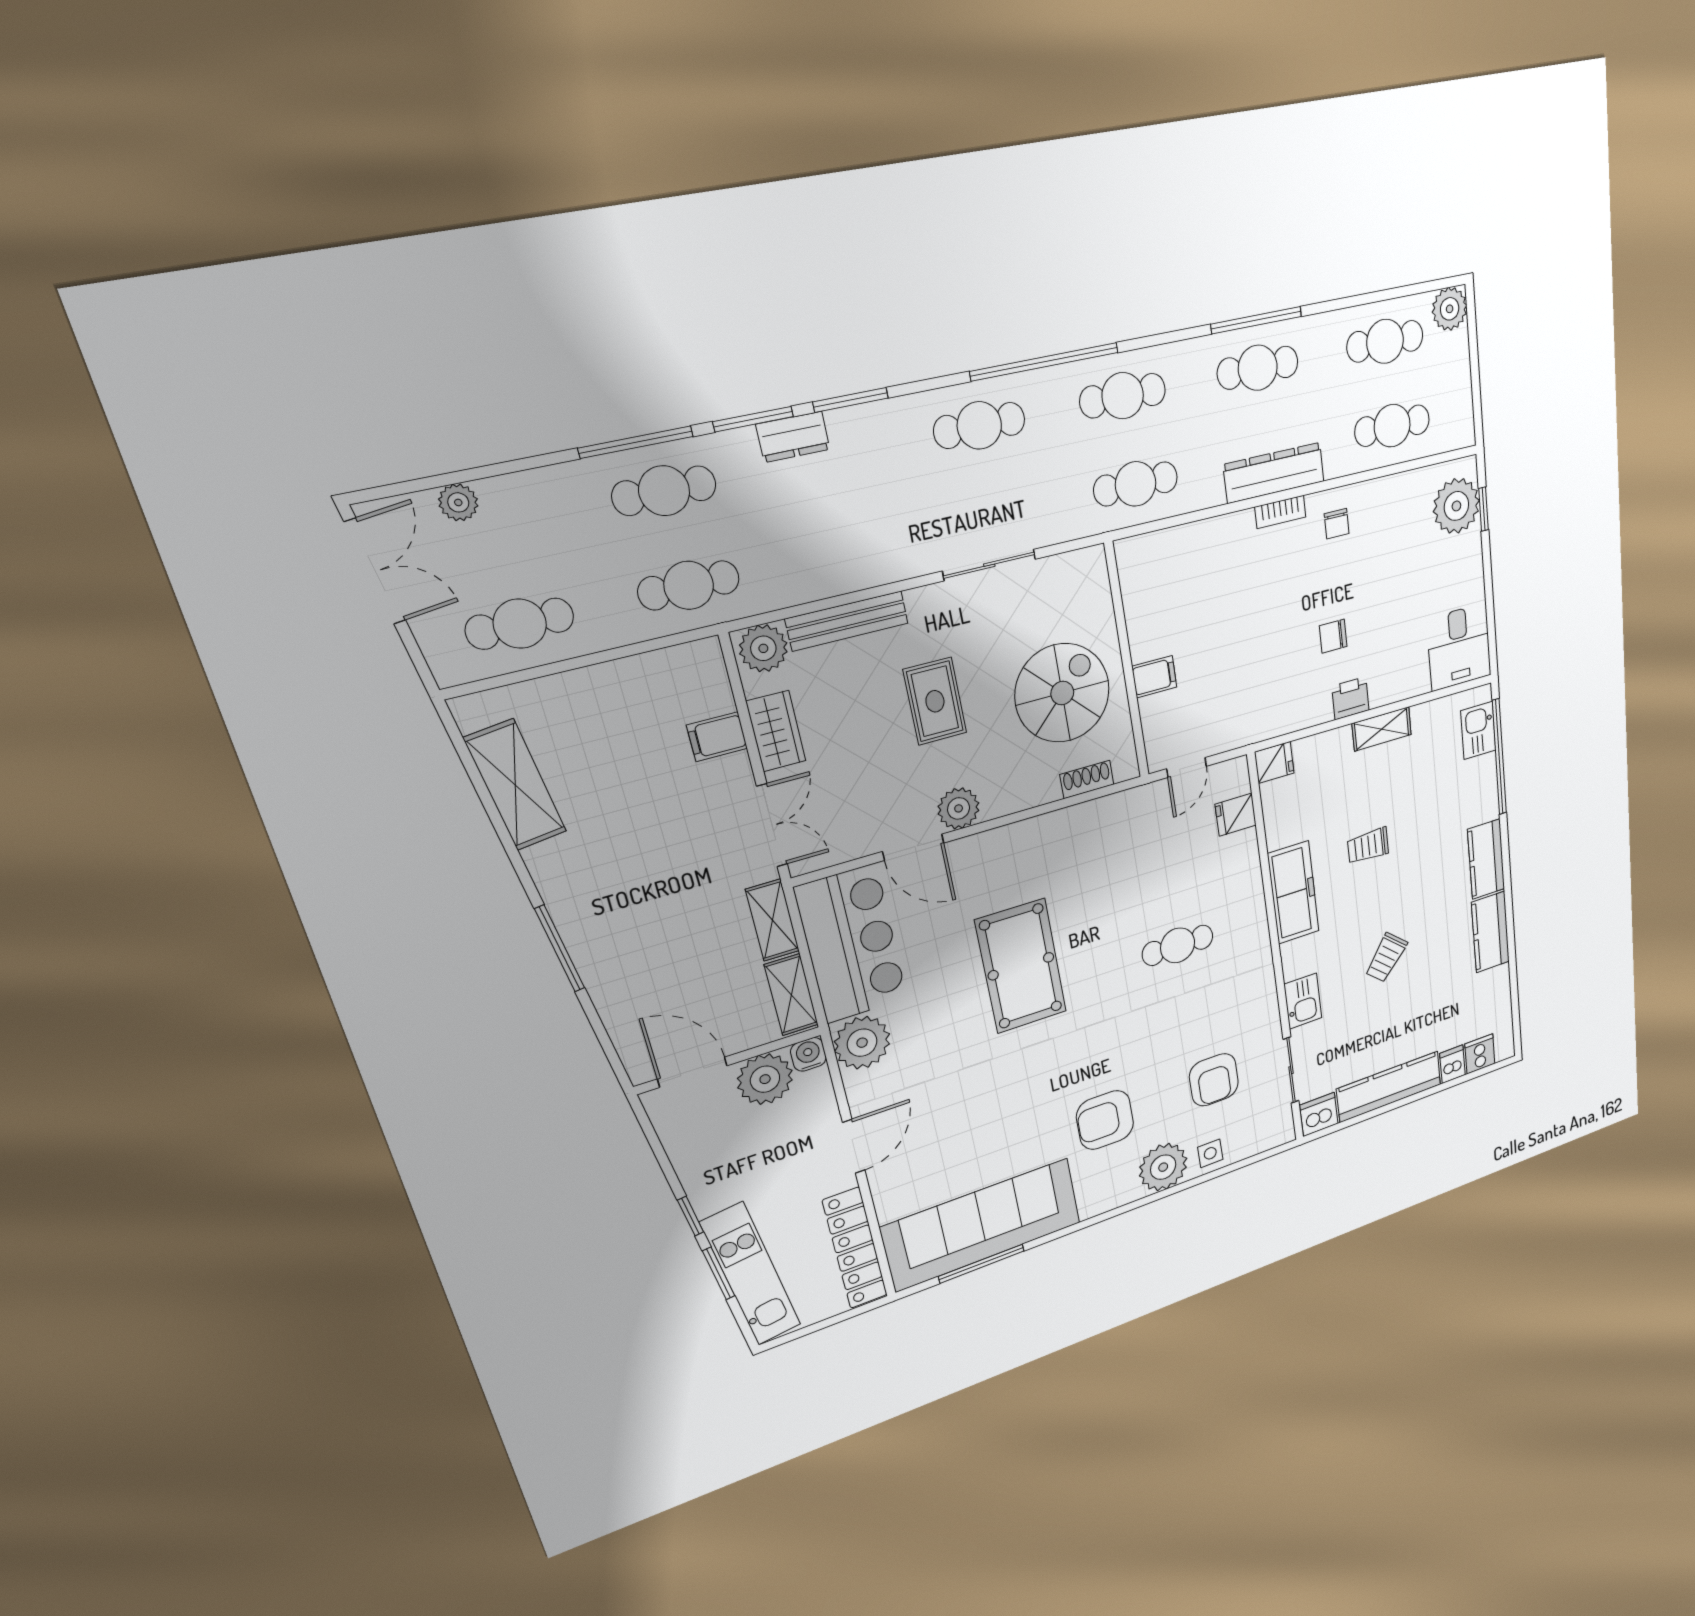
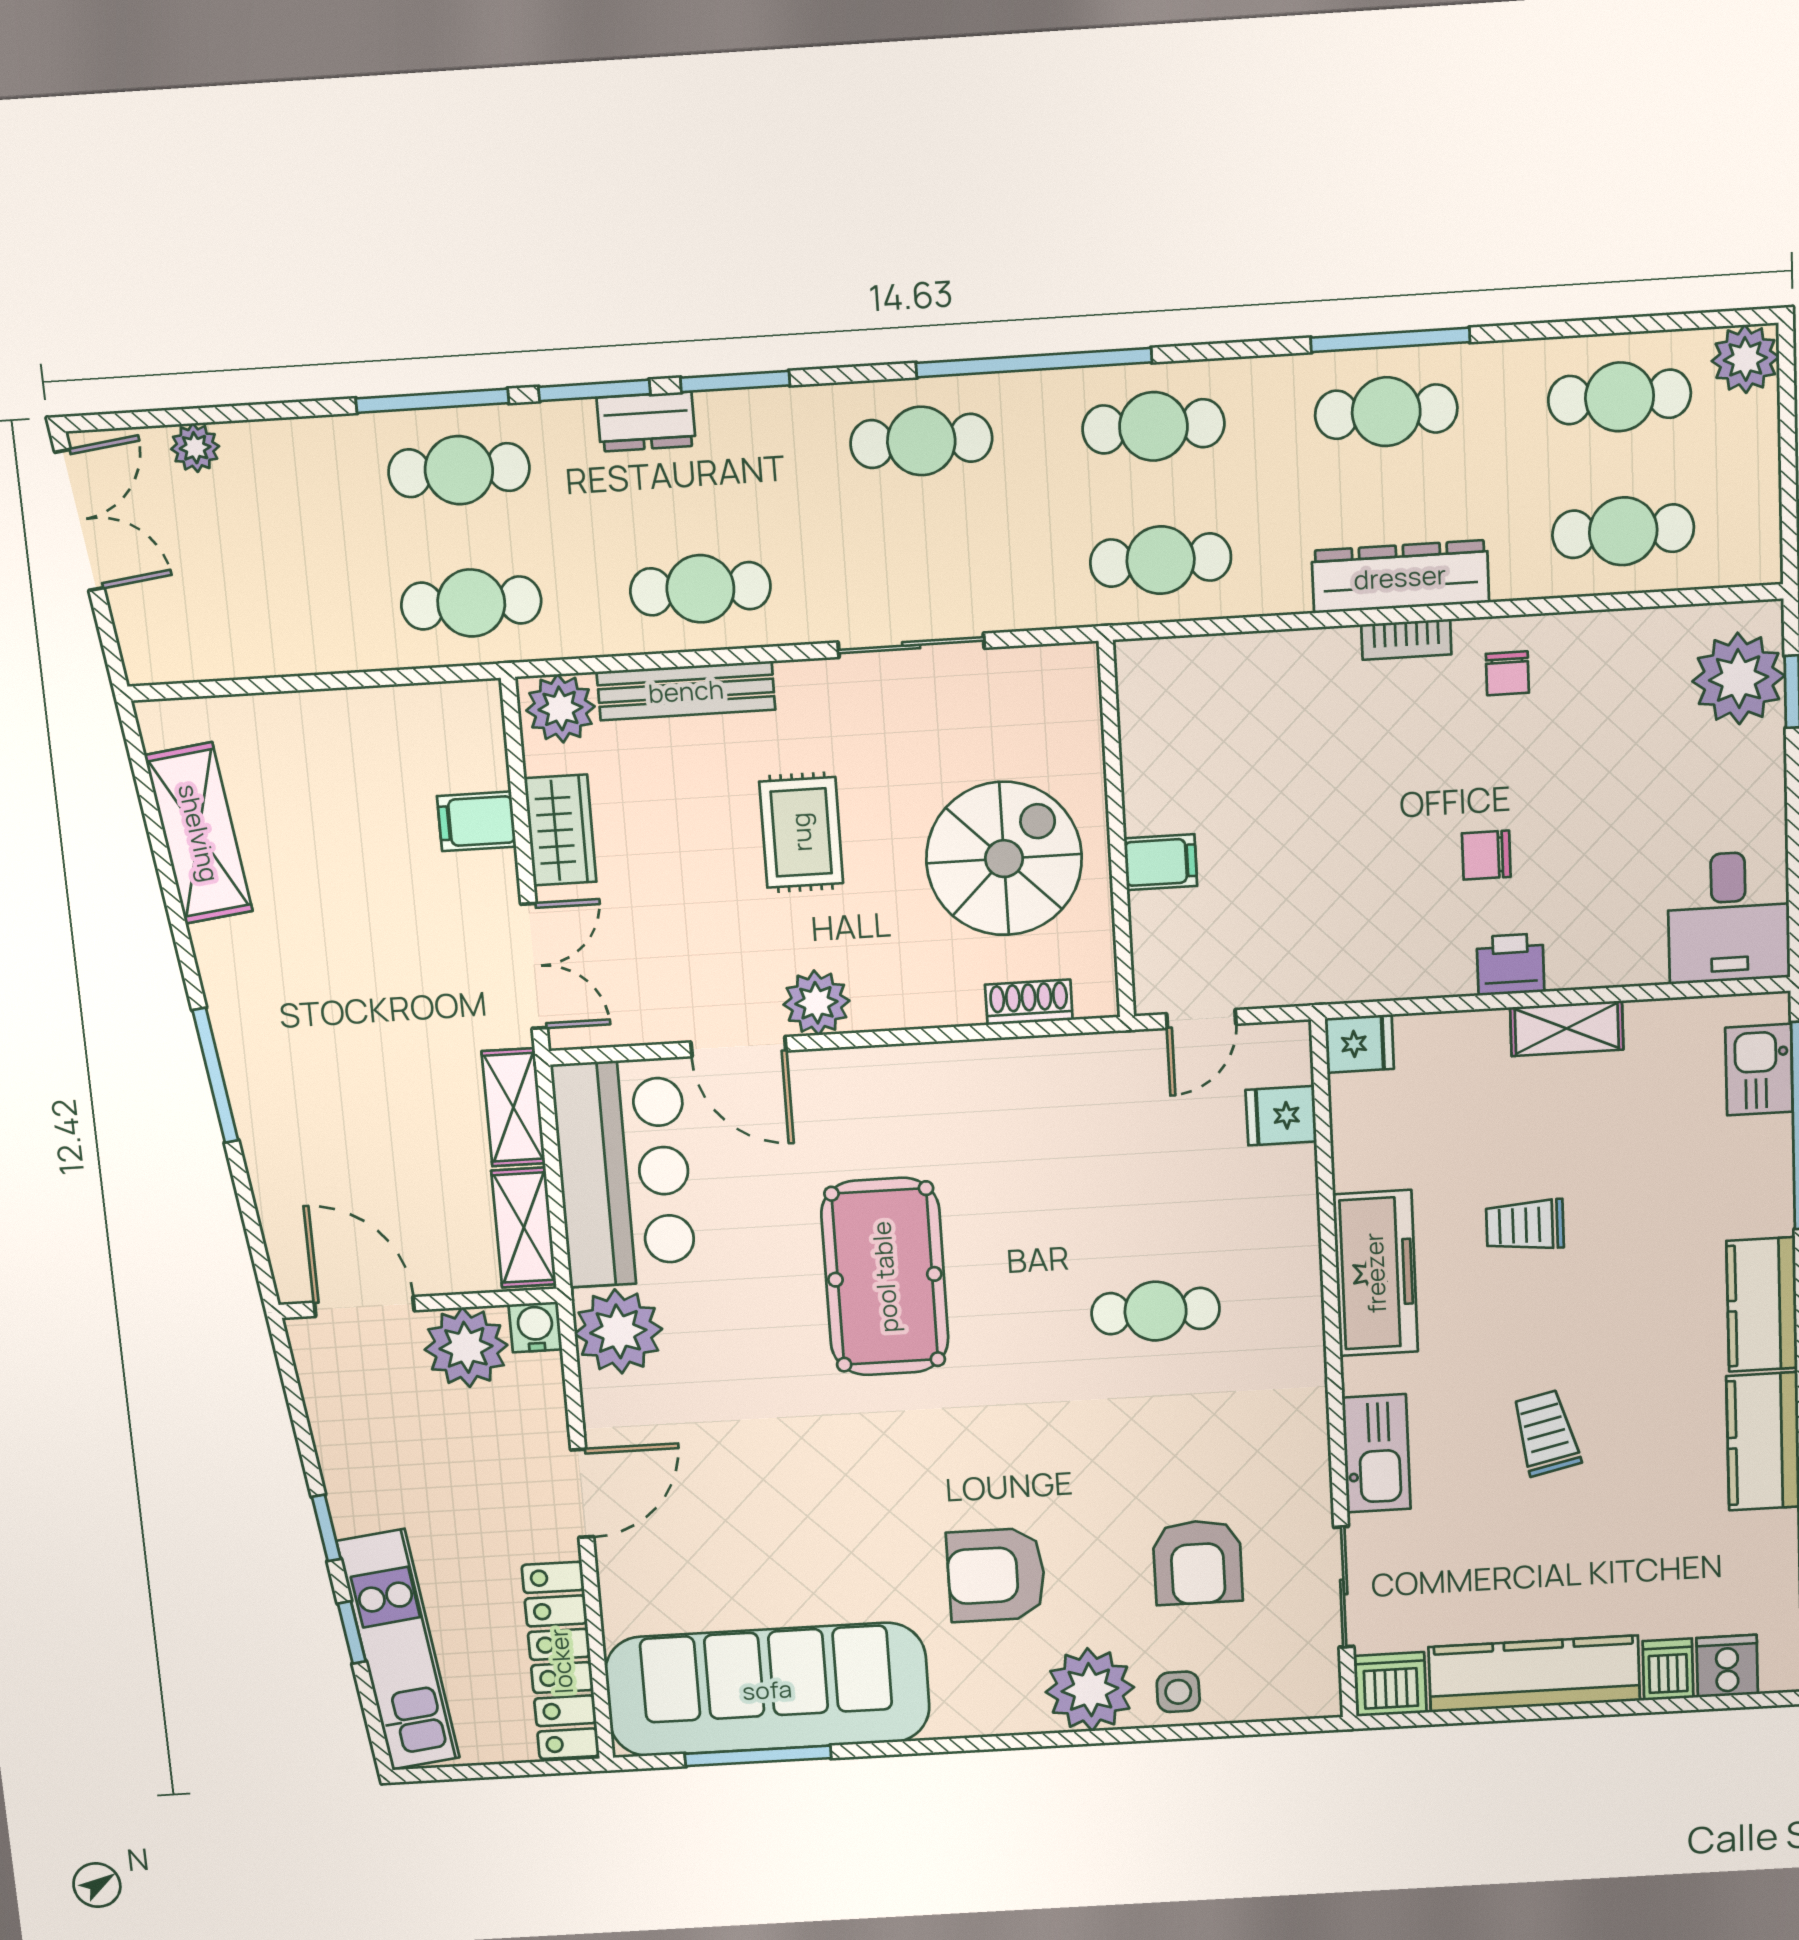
cafe table: (520, 624) -> (700, 589), moved
trolley: (1386, 957) -> (1546, 1433), turned 127
kitchen sink: (1303, 1001) -> (1376, 1453), width x1.38
window: (719, 1273) -> (352, 1632), width x0.67

